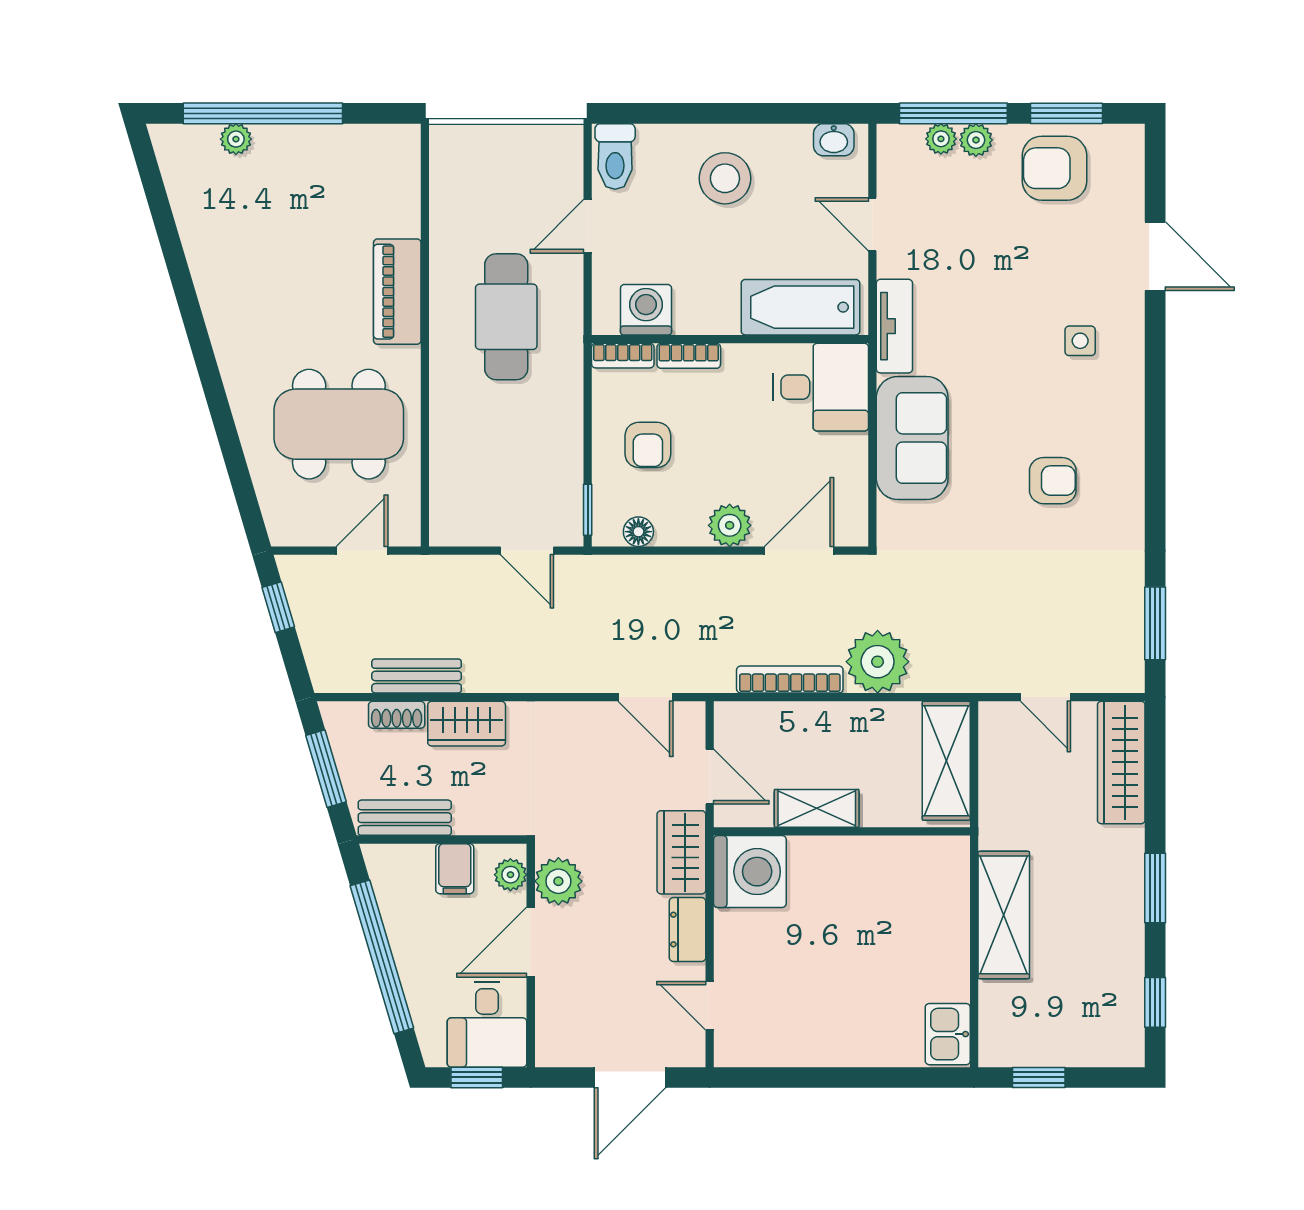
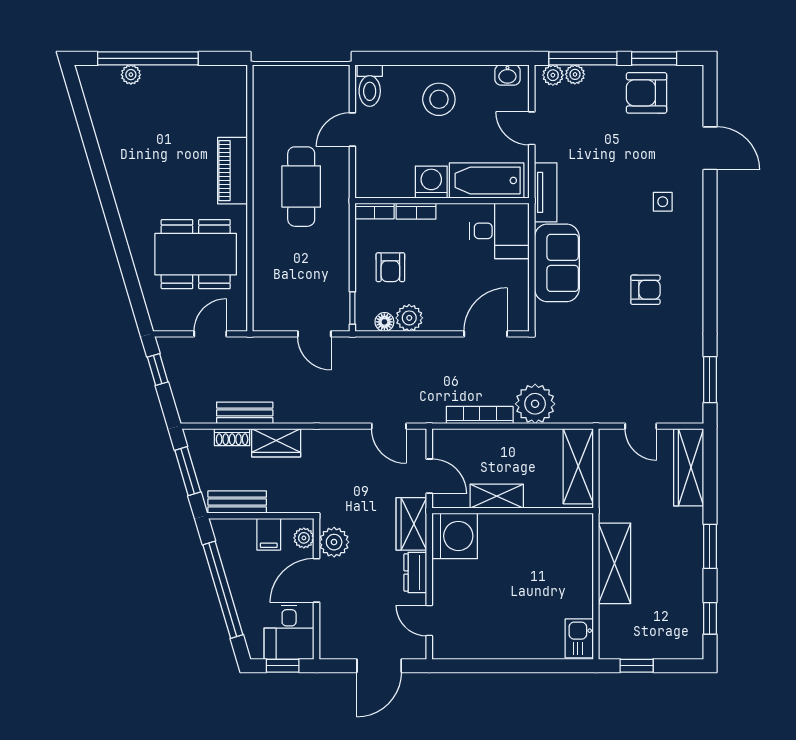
plant: (976, 140) -> (553, 75), moved
washing machine: (646, 310) -> (431, 182), moved
plant: (730, 525) -> (409, 318), moved

